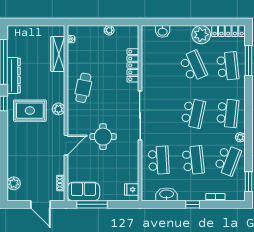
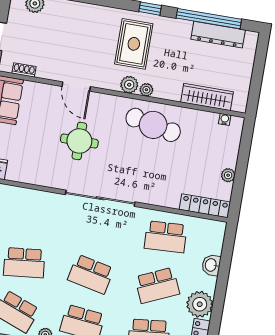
washbasin: (163, 31) -> (211, 265), moved
locker: (133, 65) -> (205, 206), moved
dresser: (14, 76) -> (218, 35), moved
cafe table: (83, 88) -> (153, 125), width x1.37, depth x1.35
plant: (60, 97) -> (146, 90), added
school desk: (159, 160) -> (166, 237), moved

